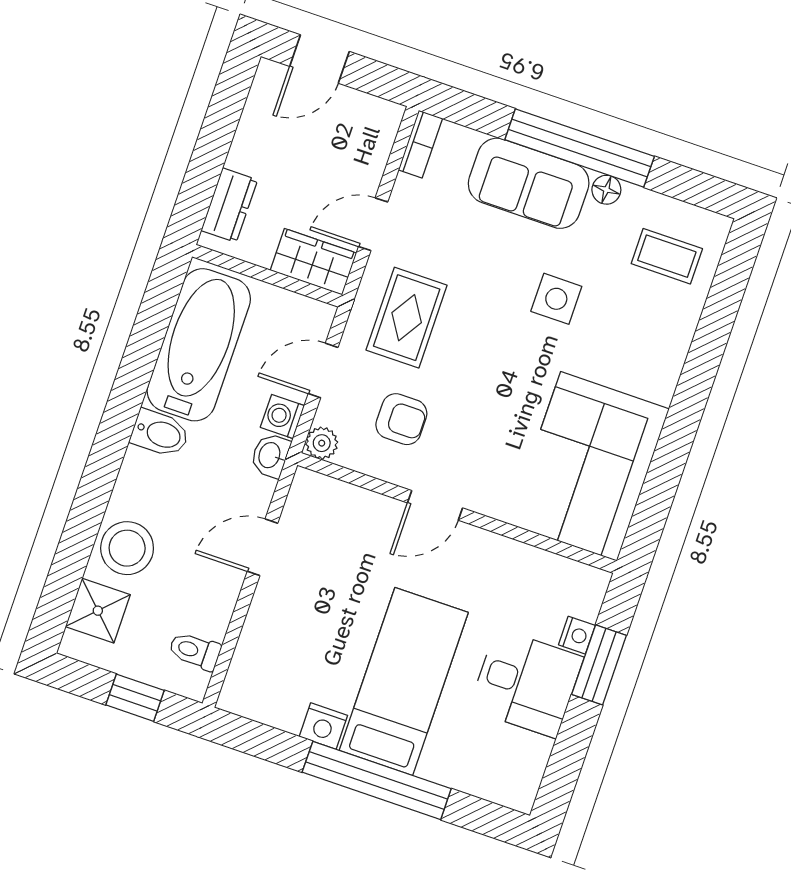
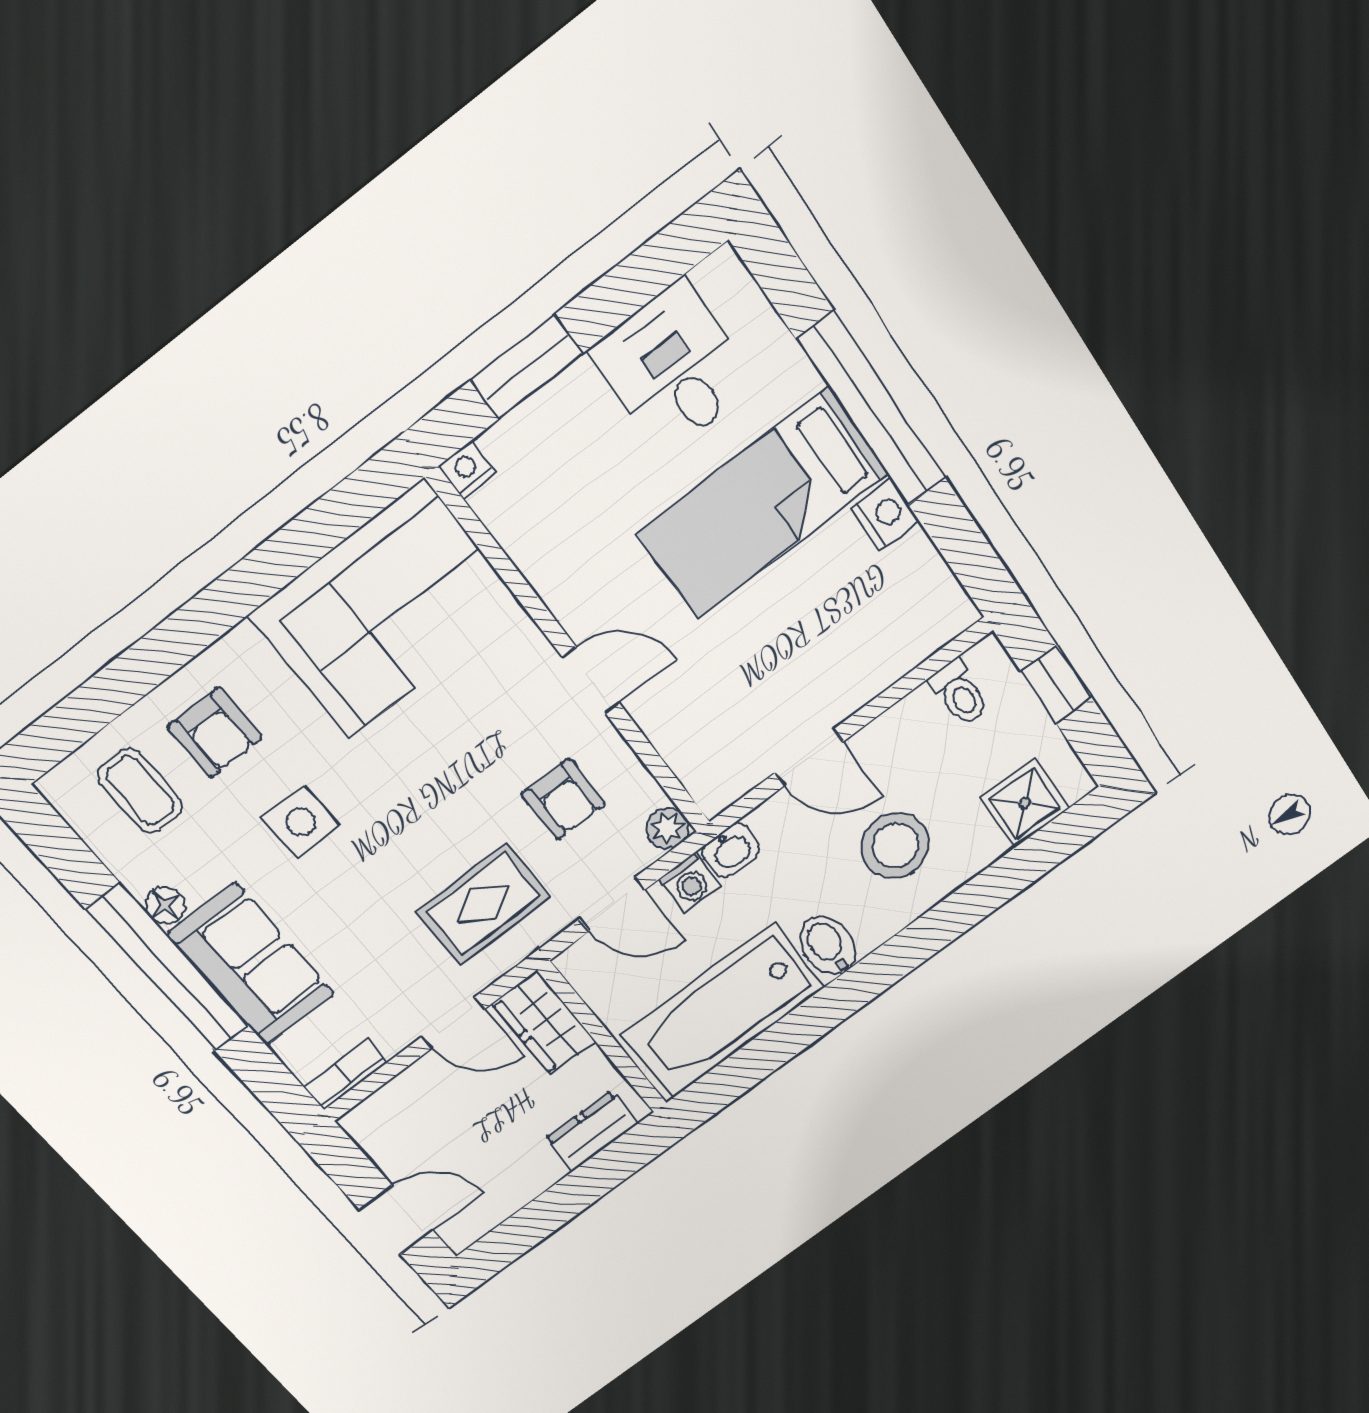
armchair: (644, 323) -> (215, 732), added
armchair: (401, 419) -> (563, 799), turned 180
stool: (127, 548) -> (895, 846), moved
nightstand: (577, 635) -> (467, 469), moved
desk: (526, 683) -> (673, 368), moved

